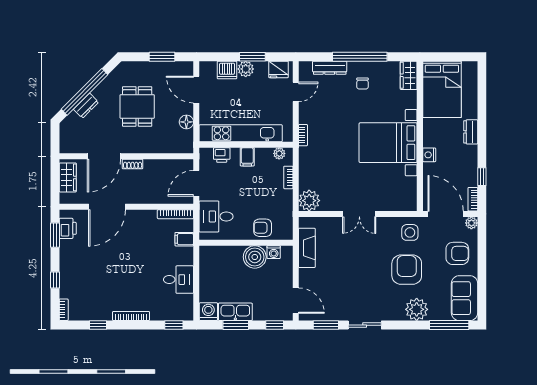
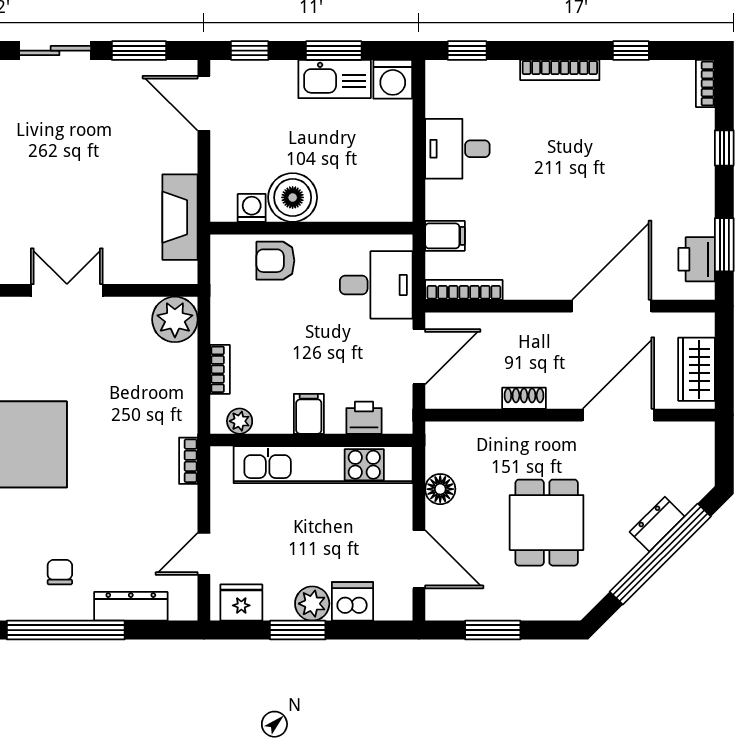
shoe rack: (133, 164) -> (524, 398), moved
armchair: (263, 228) -> (275, 261), turned 180

